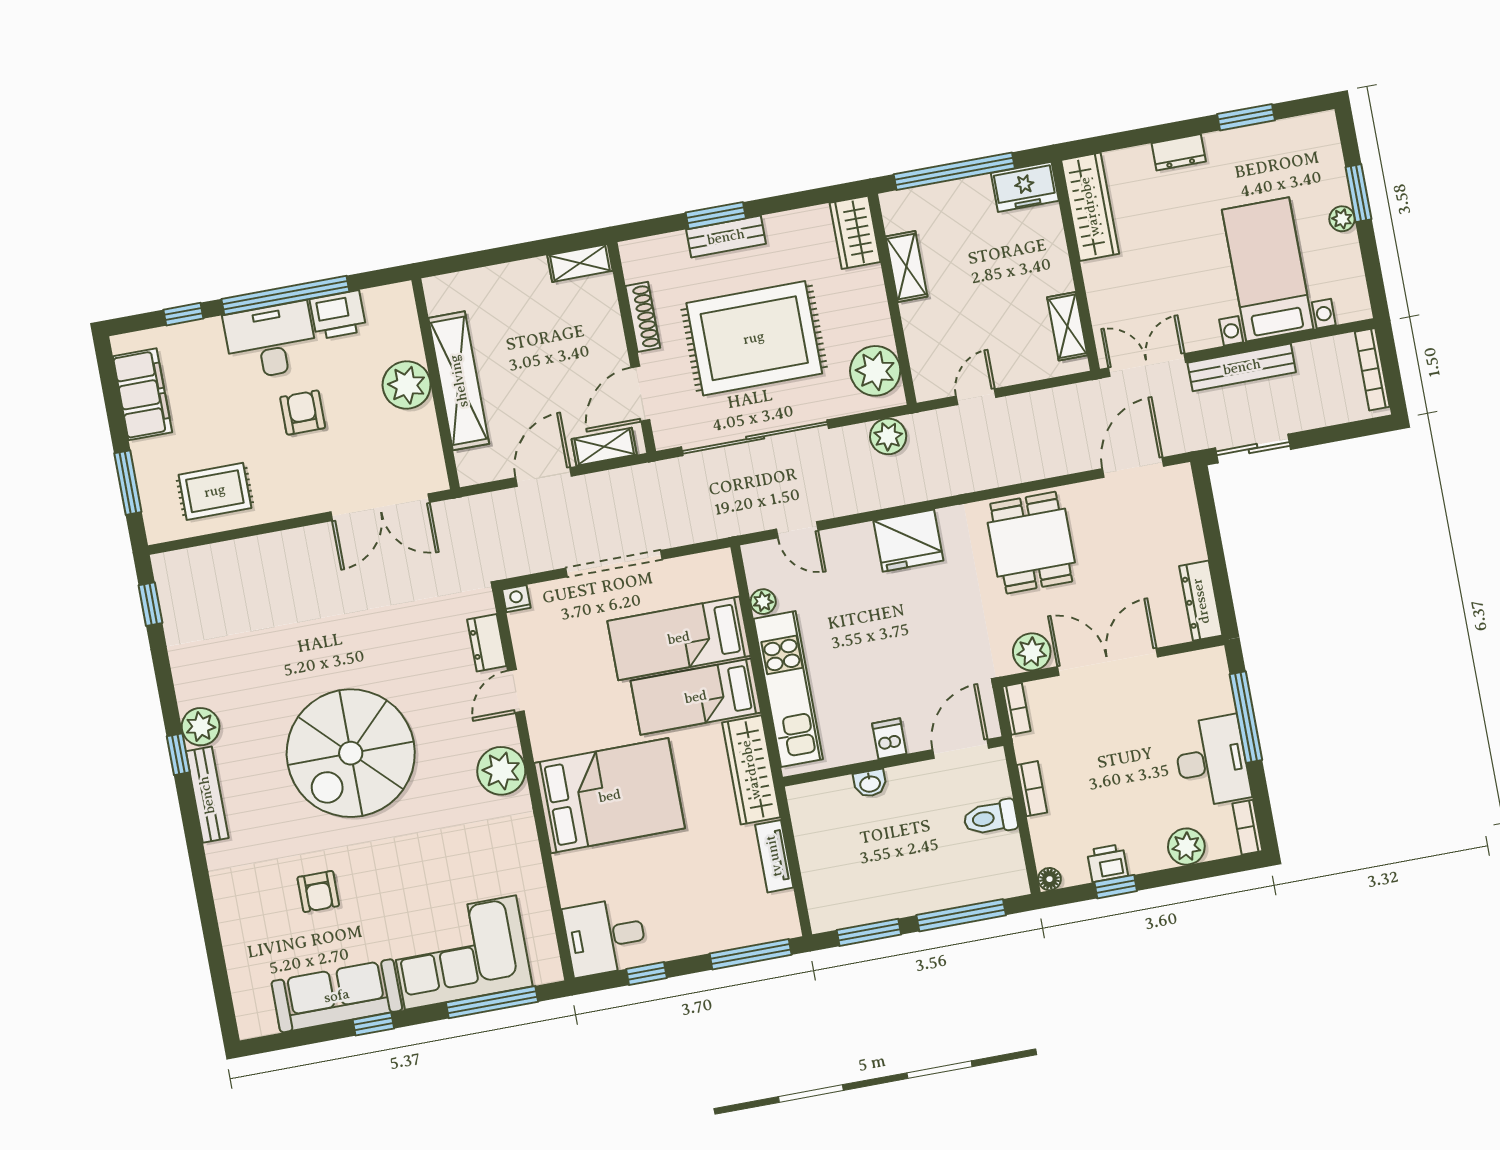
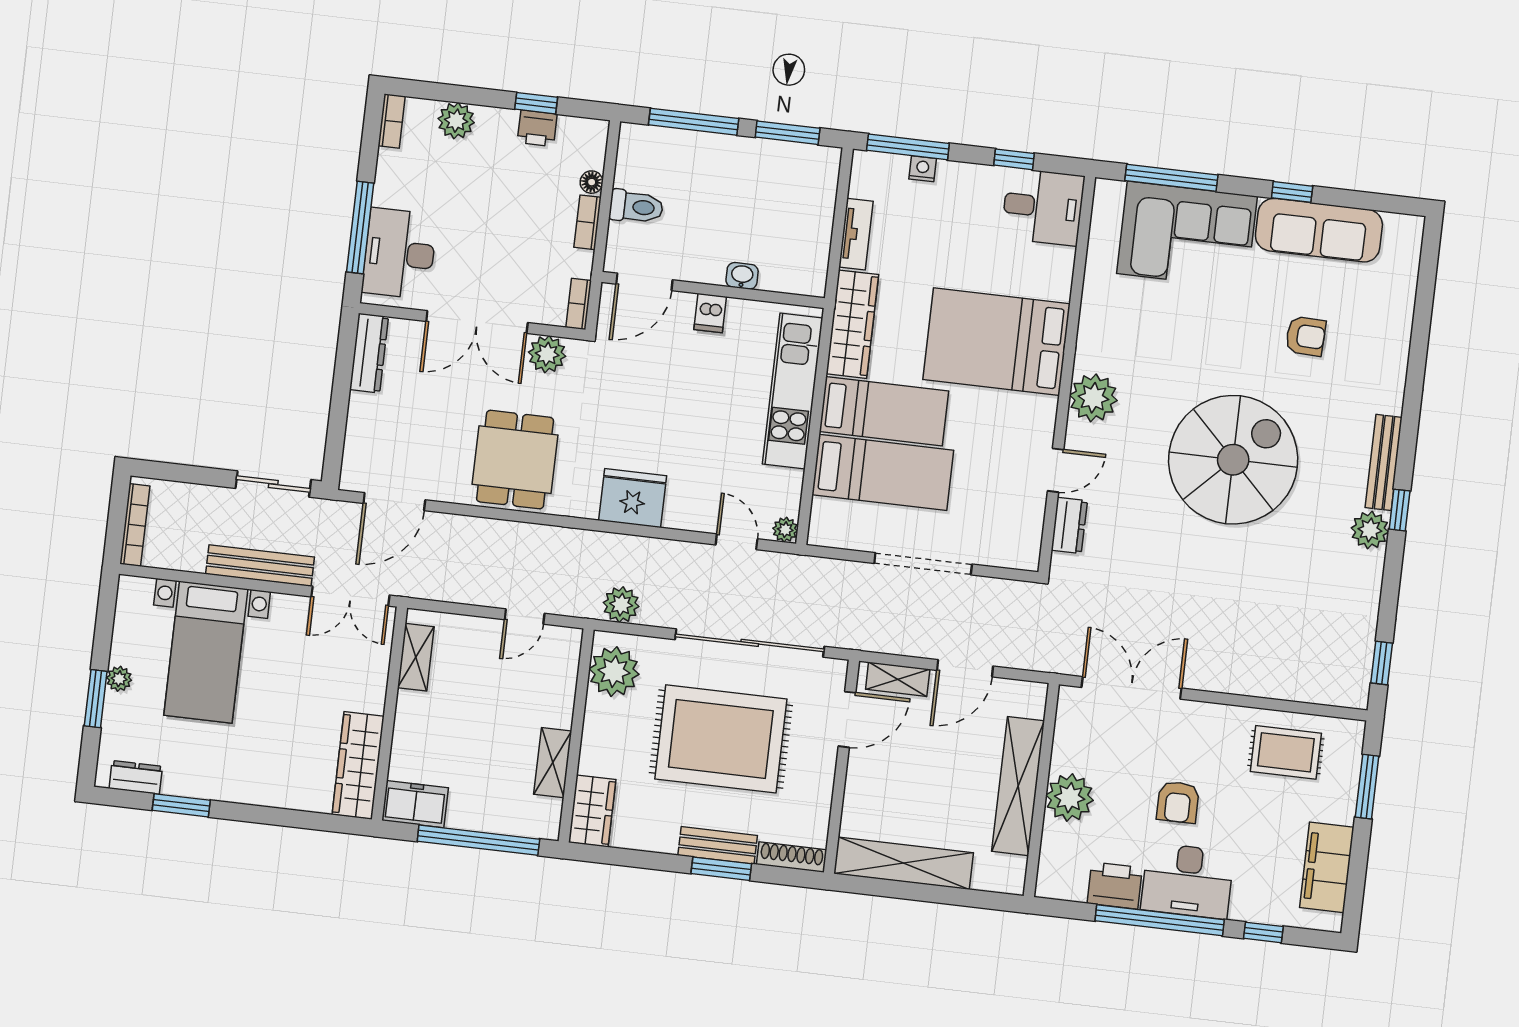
dresser: (1179, 152) -> (136, 777), moved
shelving: (580, 263) -> (904, 863), width x2.20, depth x1.33
shoe rack: (643, 317) -> (792, 857), moved, turned 90
nightstand: (516, 599) -> (923, 169), moved, turned 180
plant: (763, 602) -> (785, 530), moved
desk: (1212, 761) -> (399, 254), moved
floor lamp: (1049, 879) -> (592, 182), moved
armchair: (318, 892) -> (1306, 336), turned 92

